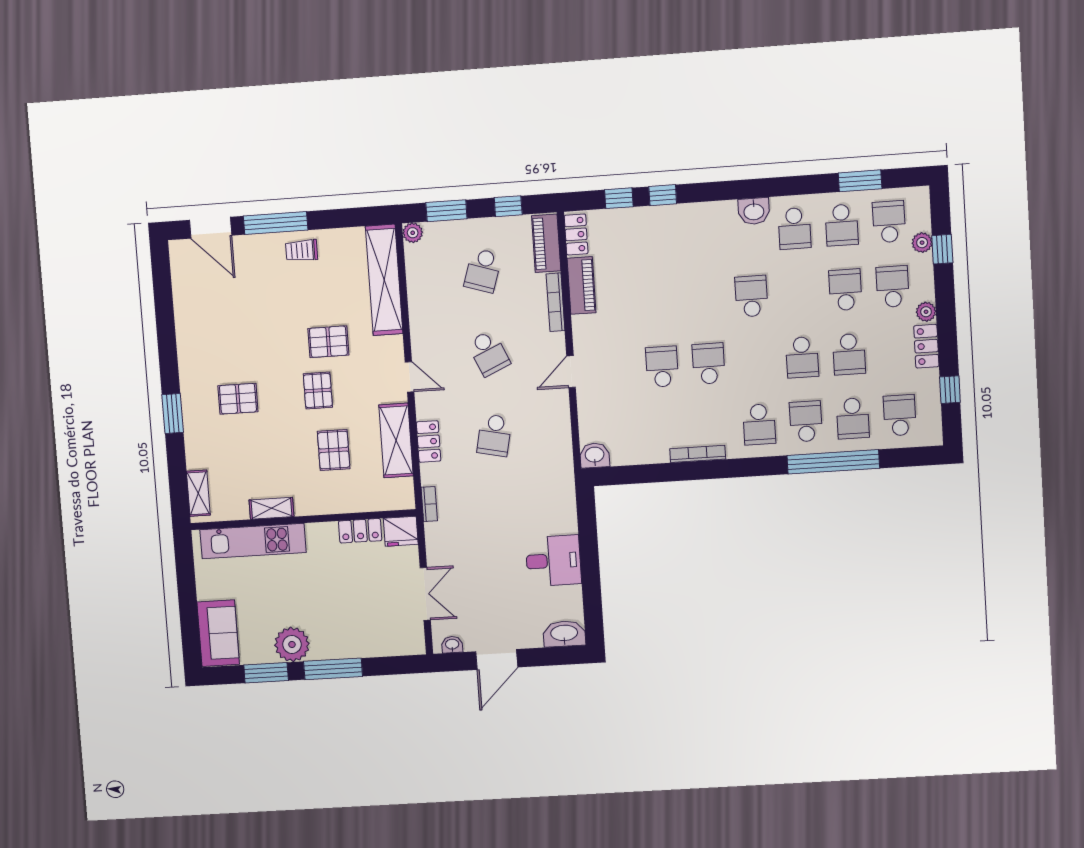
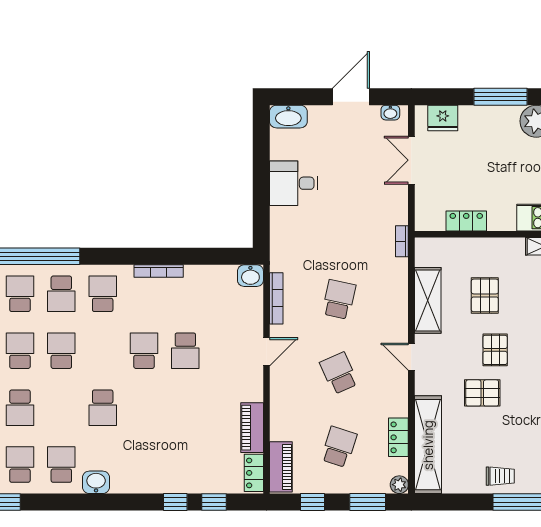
bookcase: (555, 302) -> (276, 298), moved
school desk: (709, 364) -> (144, 351), turned 180
locker: (429, 441) -> (398, 437), moved
fridge: (401, 531) -> (443, 118), moved, turned 180

